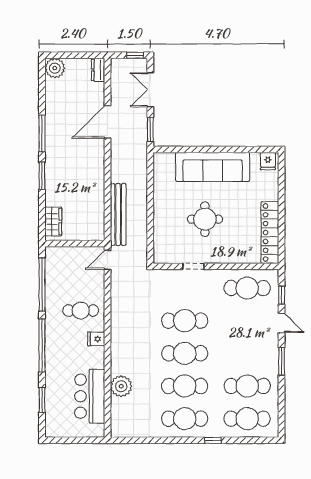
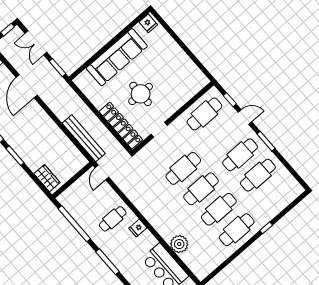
locker: (270, 233) -> (121, 126), moved, turned 180
window: (42, 345) -> (107, 262), width x0.68
cafe table: (247, 419) -> (240, 155), moved

